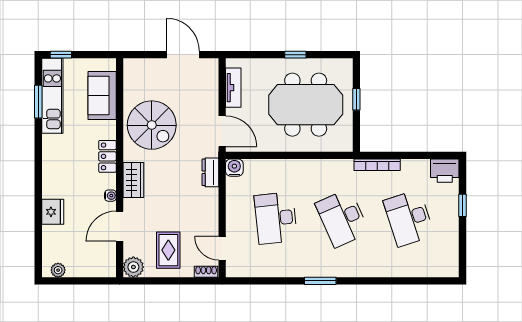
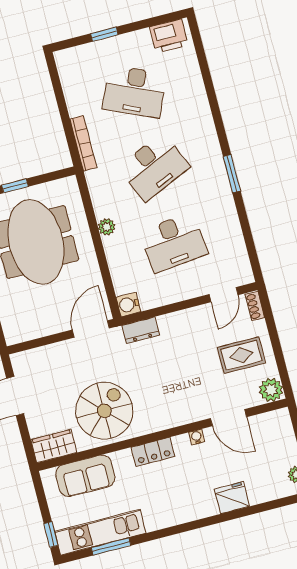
tv unit: (233, 88) -> (38, 329), removed
plant: (303, 166) -> (107, 227), added
printer: (445, 171) -> (169, 36), moved, turned 90
wardrobe: (133, 180) -> (54, 446), moved
desk: (409, 218) -> (135, 91), turned 42

